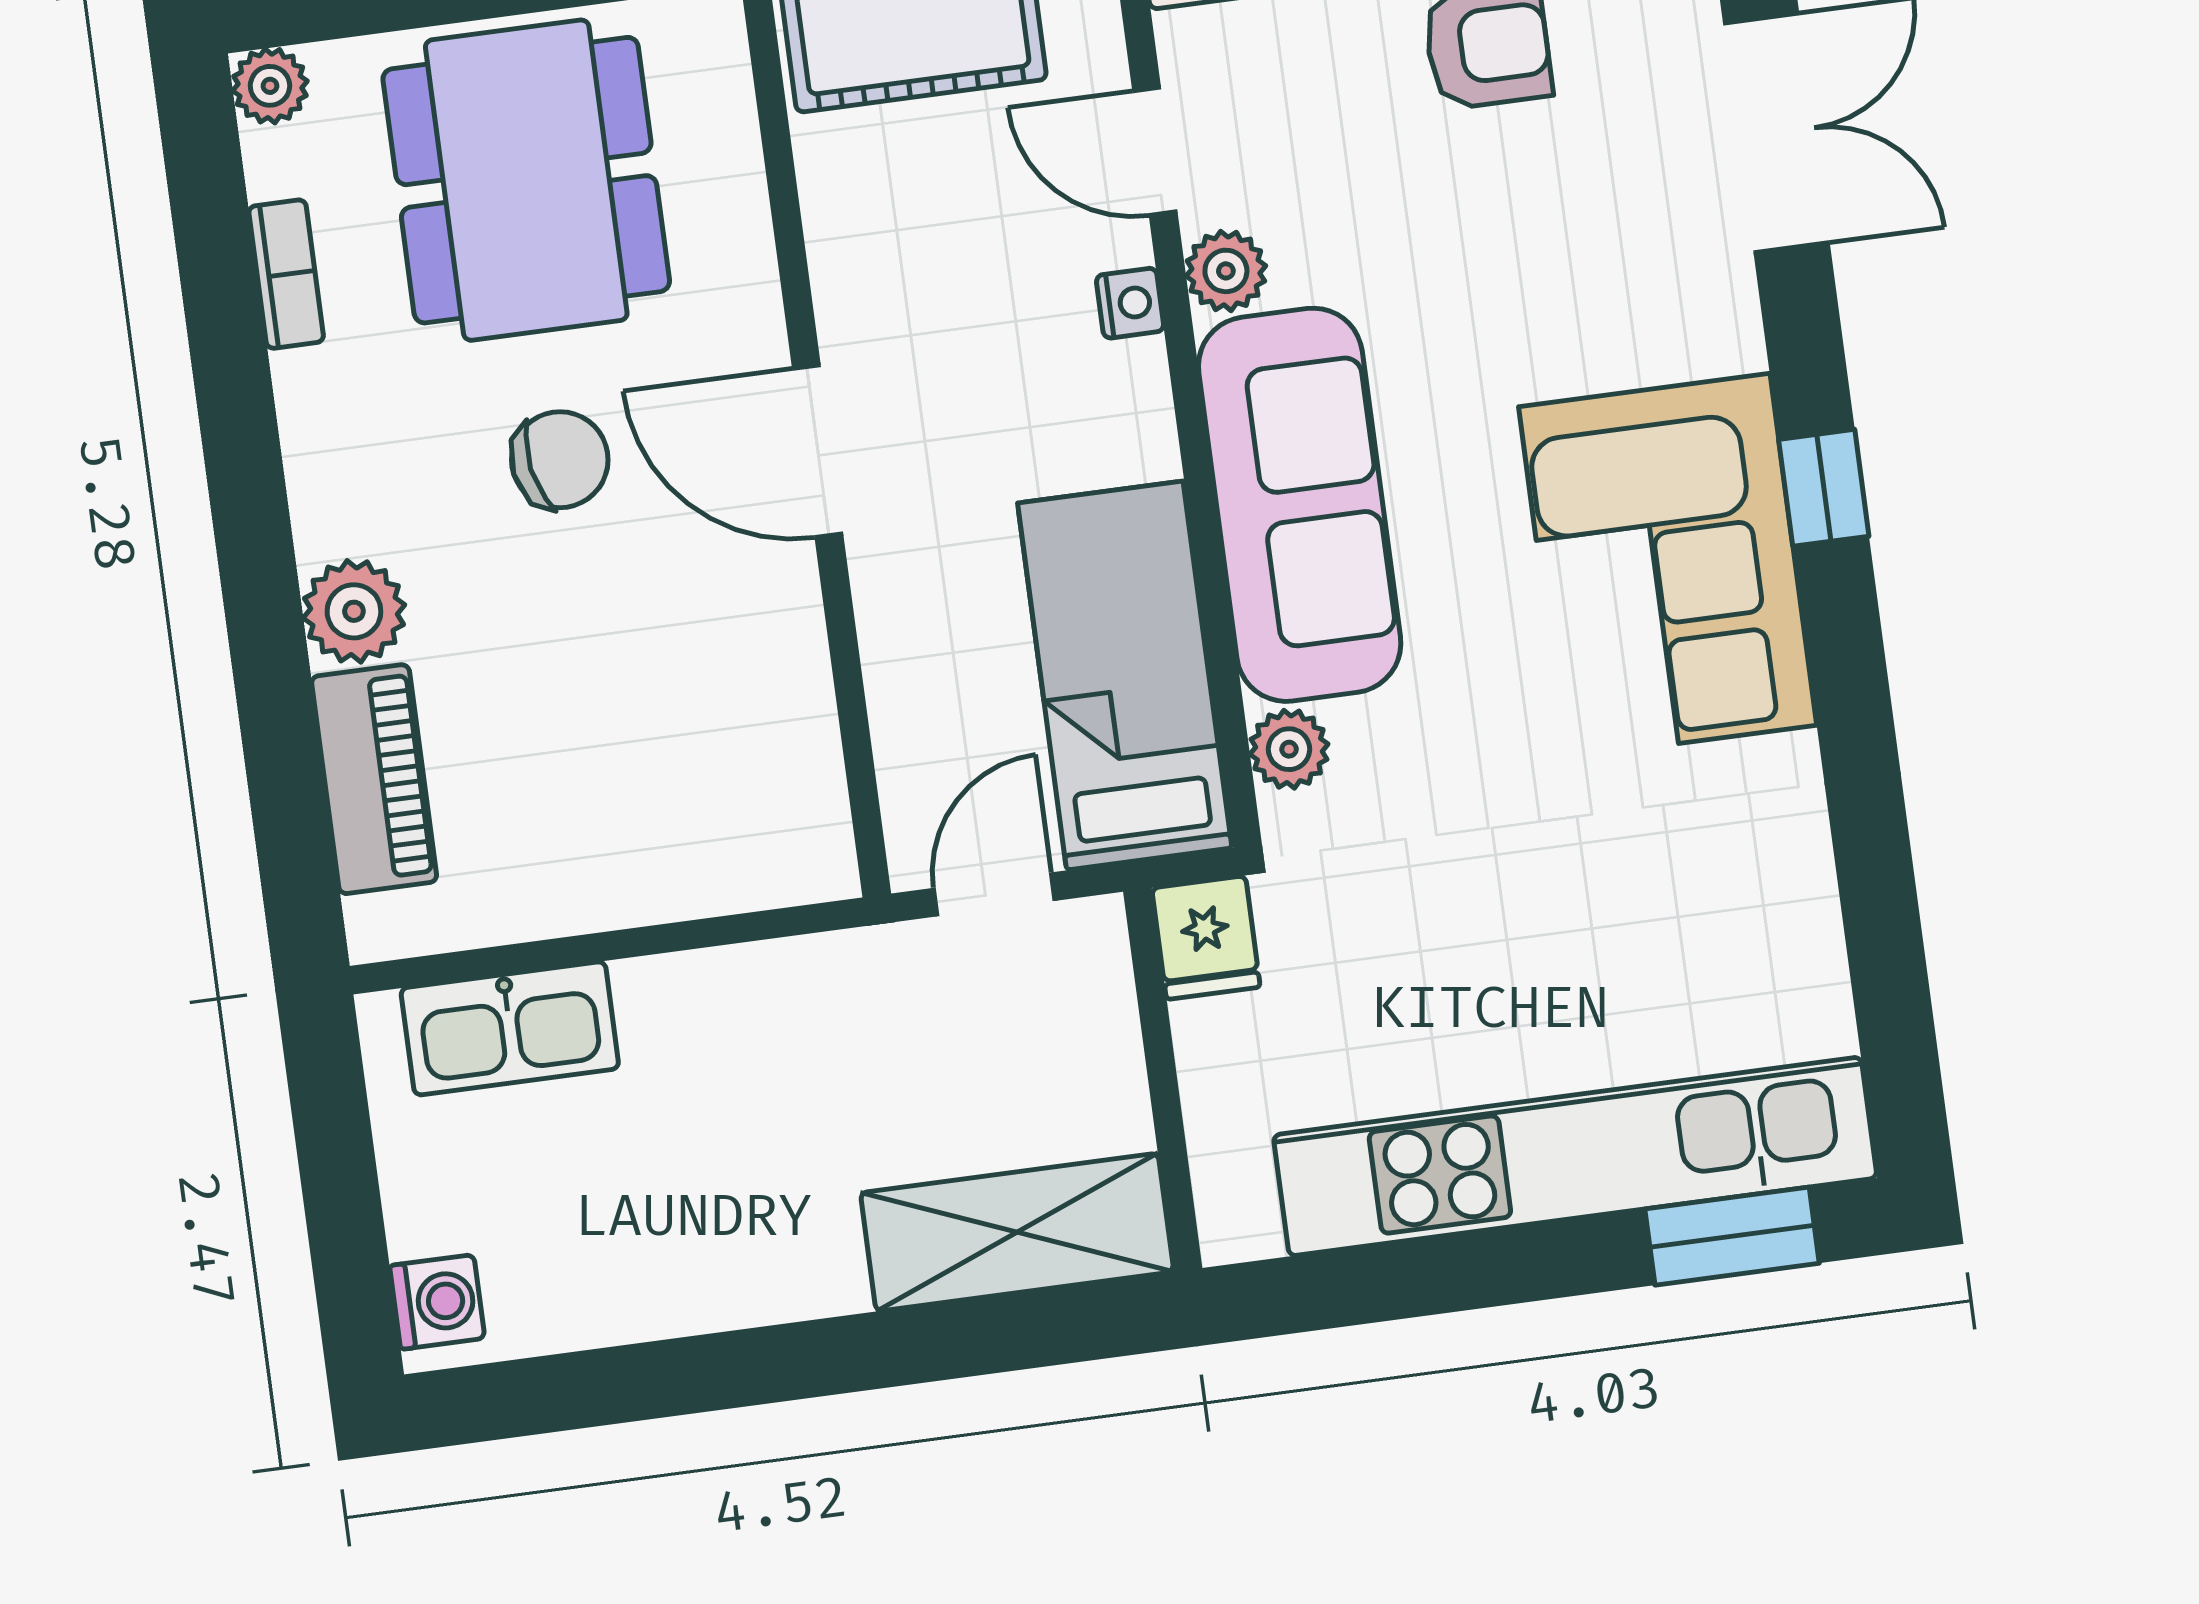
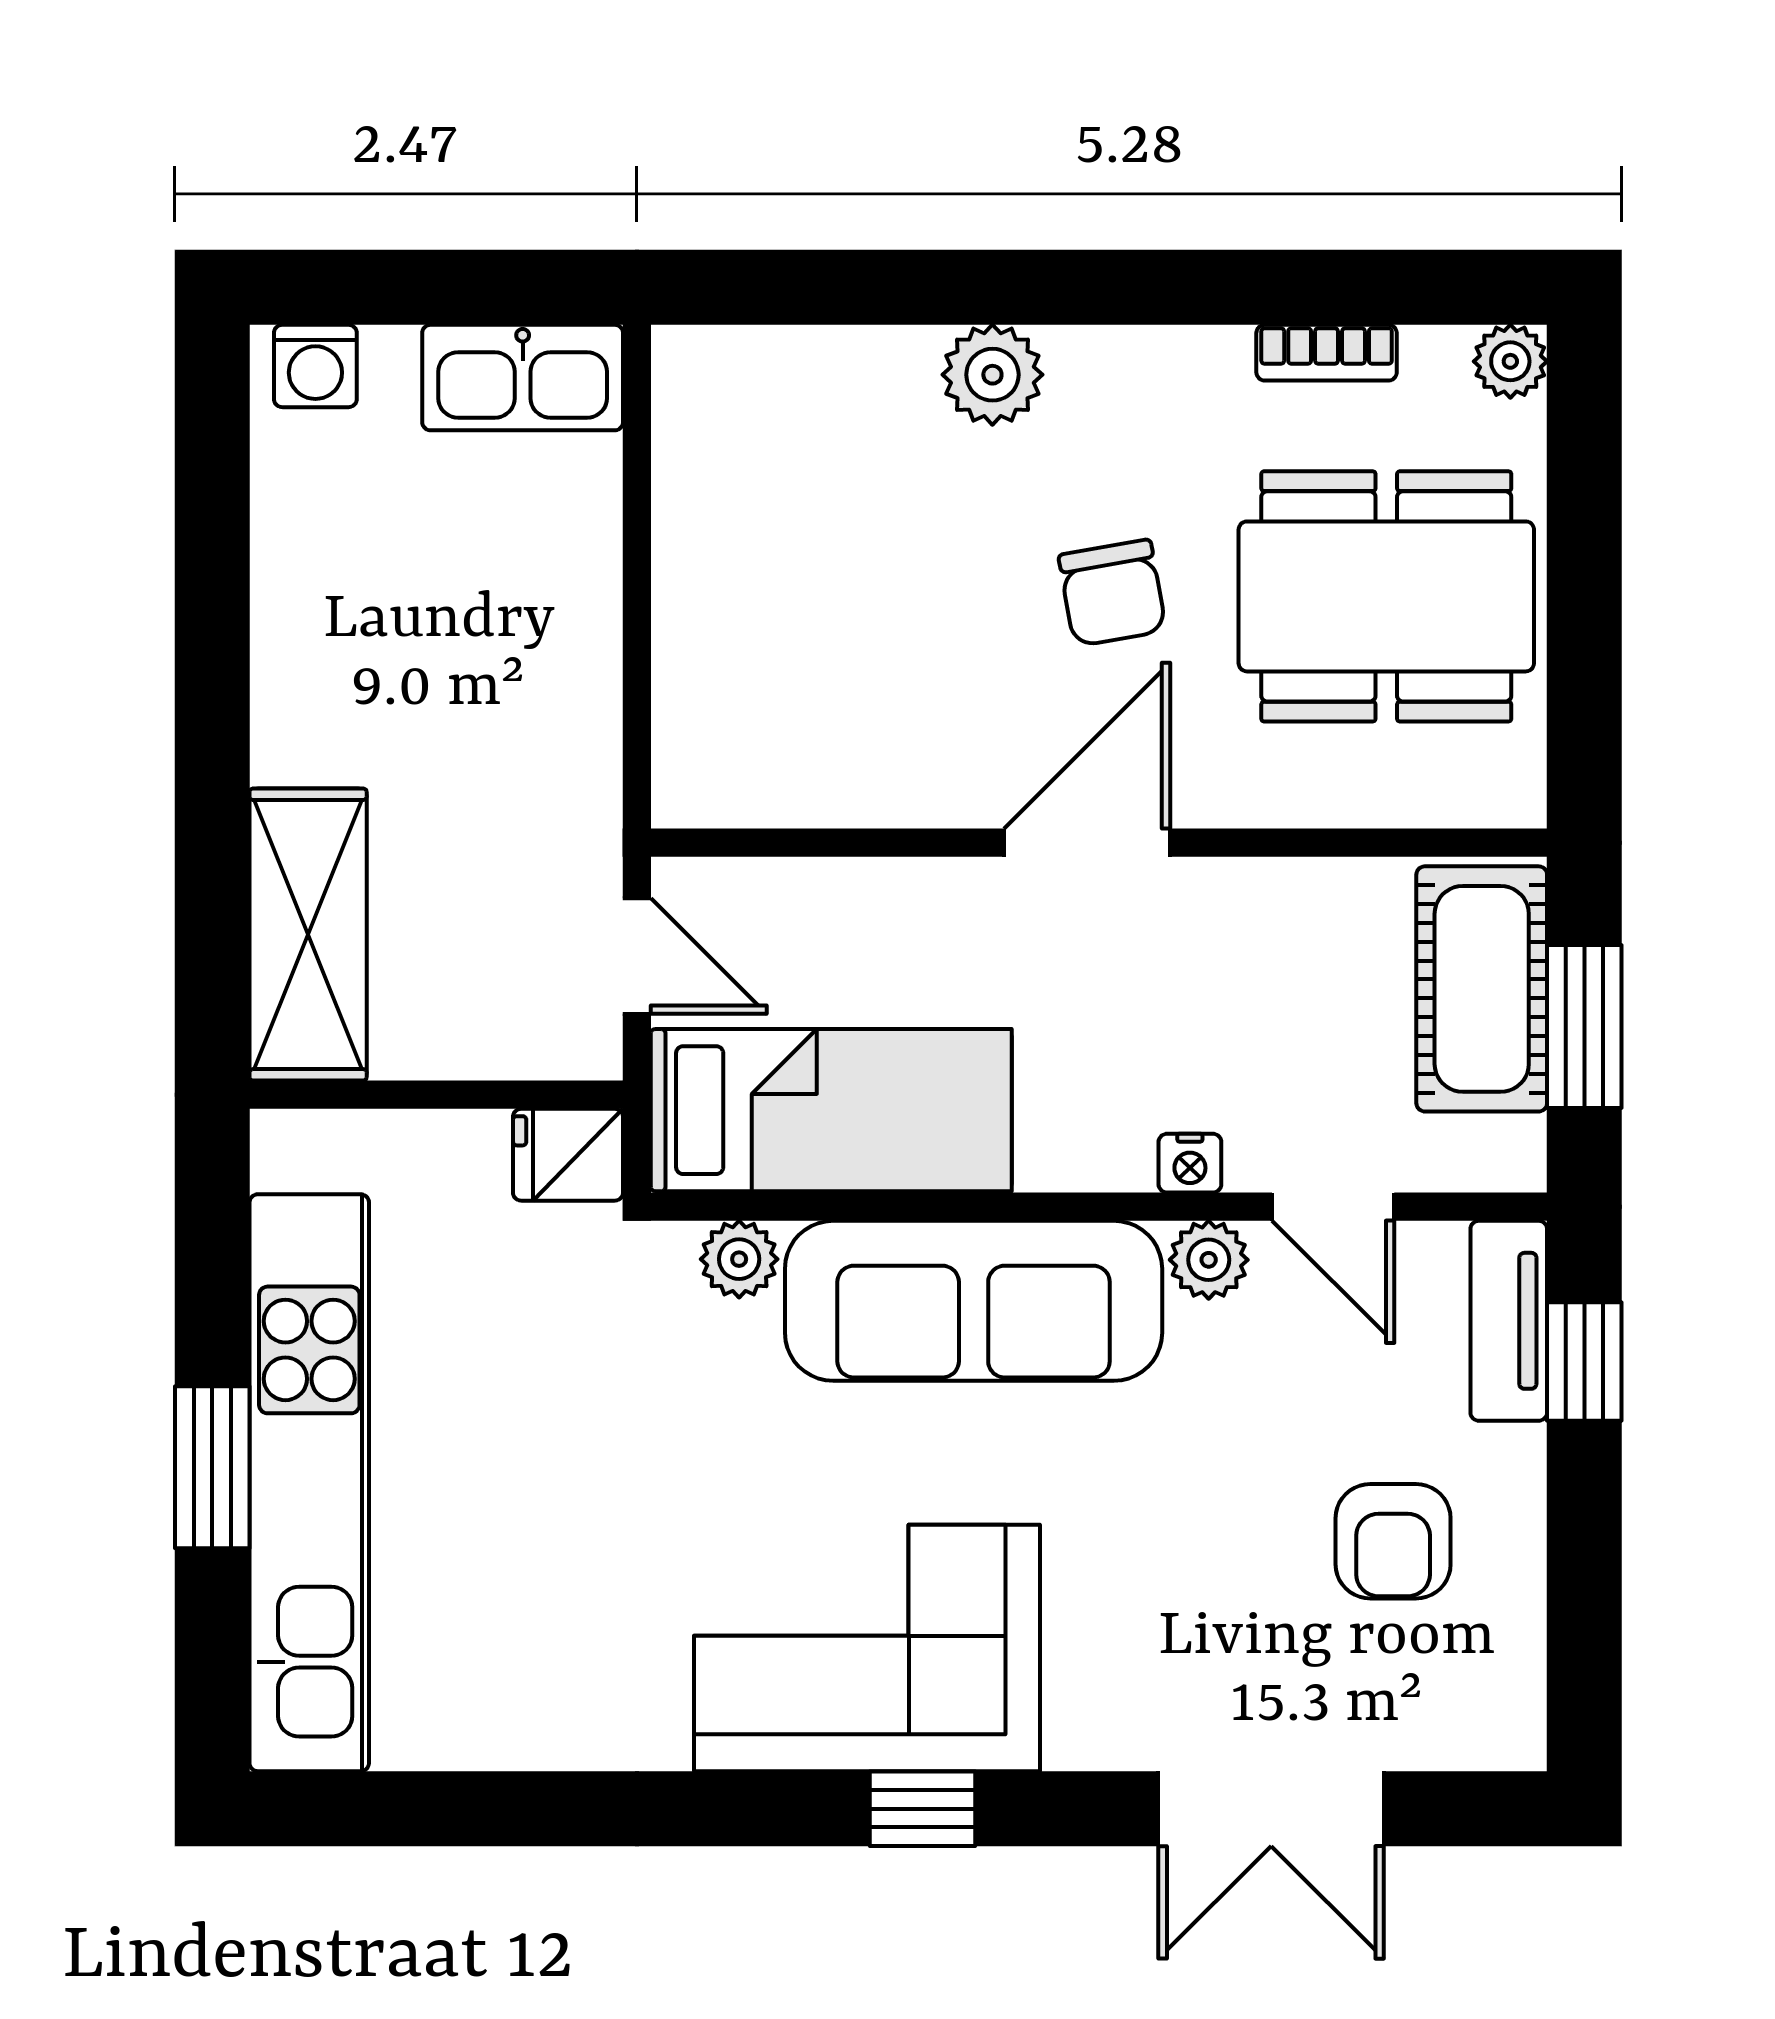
door: (1155, 151) -> (1333, 1207), swing flipped
piano: (374, 779) -> (828, 372), removed
kitchen sink: (510, 1028) -> (523, 378), moved, turned -90
window: (1732, 1236) -> (212, 1467), moved

